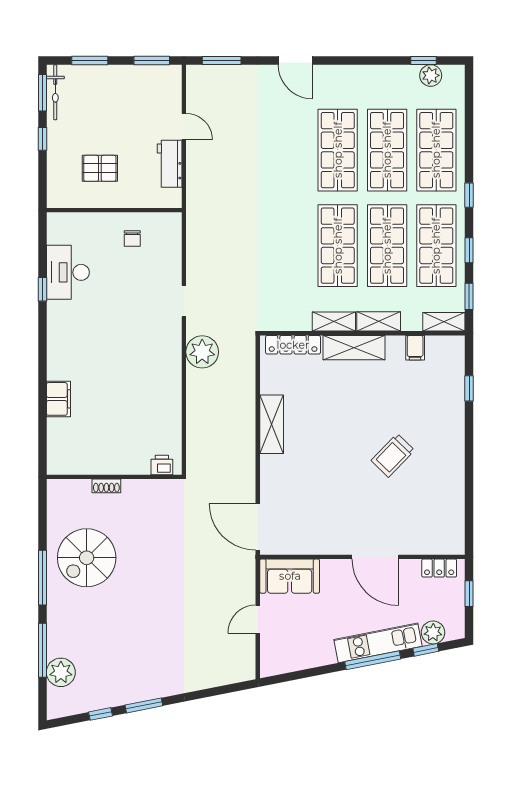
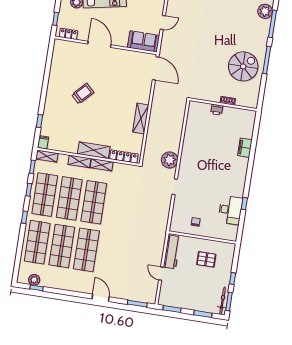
workbench: (170, 164) -> (172, 252), width x1.38
filing cabinet: (415, 348) -> (43, 142), moved
printer: (162, 465) -> (217, 110), moved

